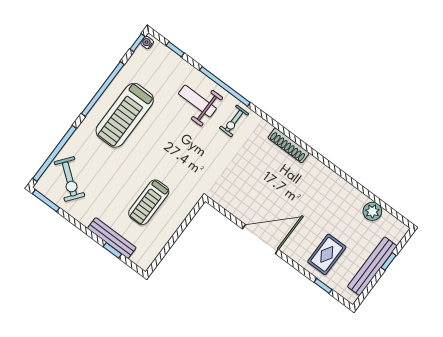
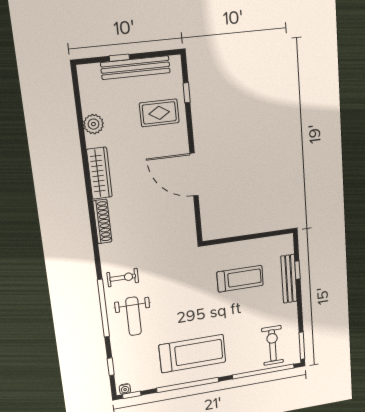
wardrobe: (324, 175) -> (99, 173), added
exercise bike: (69, 179) -> (273, 345), turned -38
plant: (372, 211) -> (93, 124), moved

